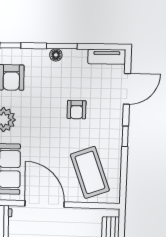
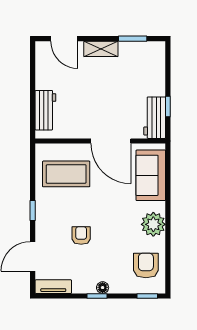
window: (62, 46) -> (97, 296), width x0.67
coffee table: (90, 173) -> (66, 174), turned -70

